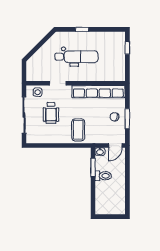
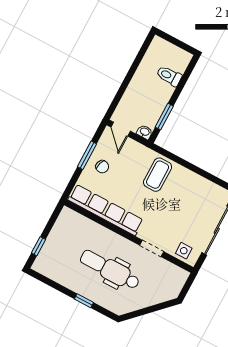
wheelchair: (51, 113) -> (181, 215), removed
door: (115, 146) -> (121, 129), swing flipped
toilet: (103, 176) -> (169, 76), moved

